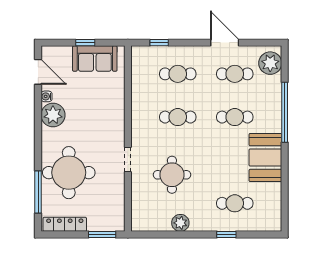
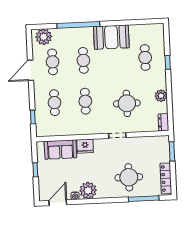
sofa: (95, 59) -> (60, 149), moved, turned 90
fridge: (115, 114) -> (85, 146), added
round table: (69, 173) -> (129, 177), width x0.73, depth x0.73
dresser: (143, 225) -> (163, 122), added

